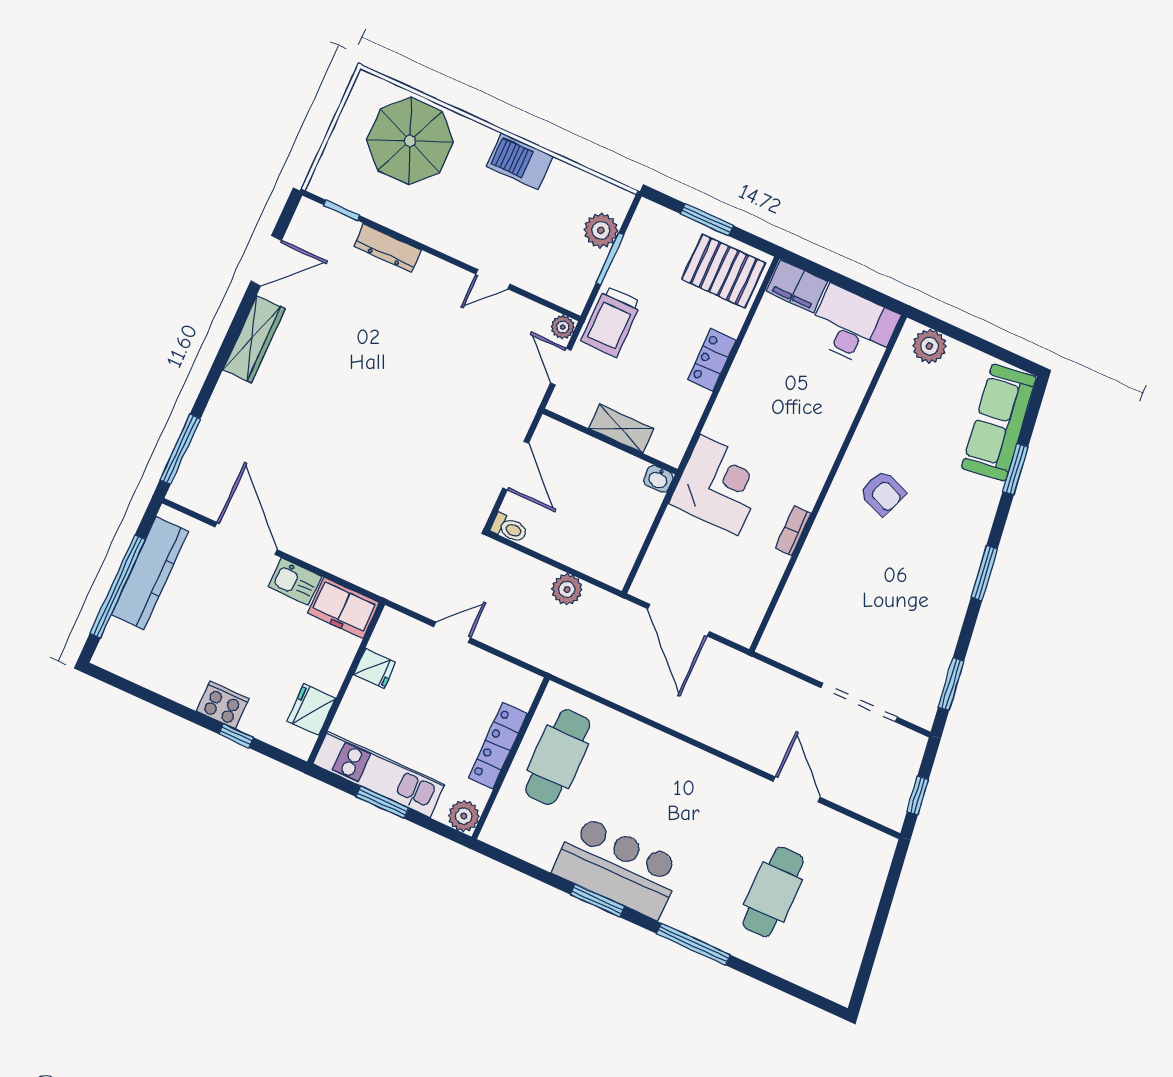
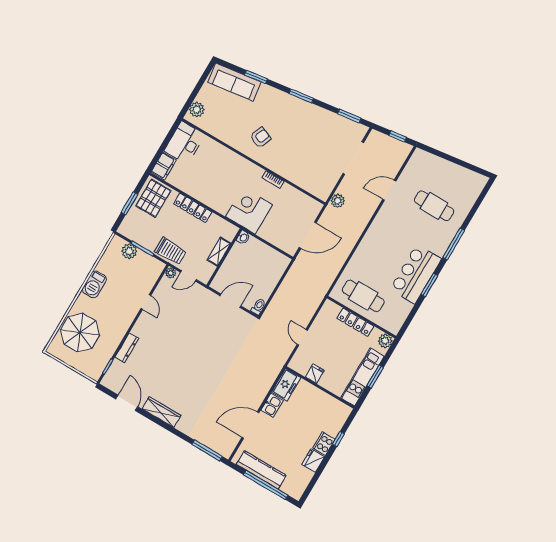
locker: (712, 360) -> (193, 208), width x1.53
plant: (567, 589) -> (338, 201), moved
fridge: (311, 710) -> (313, 461), moved, turned 90

